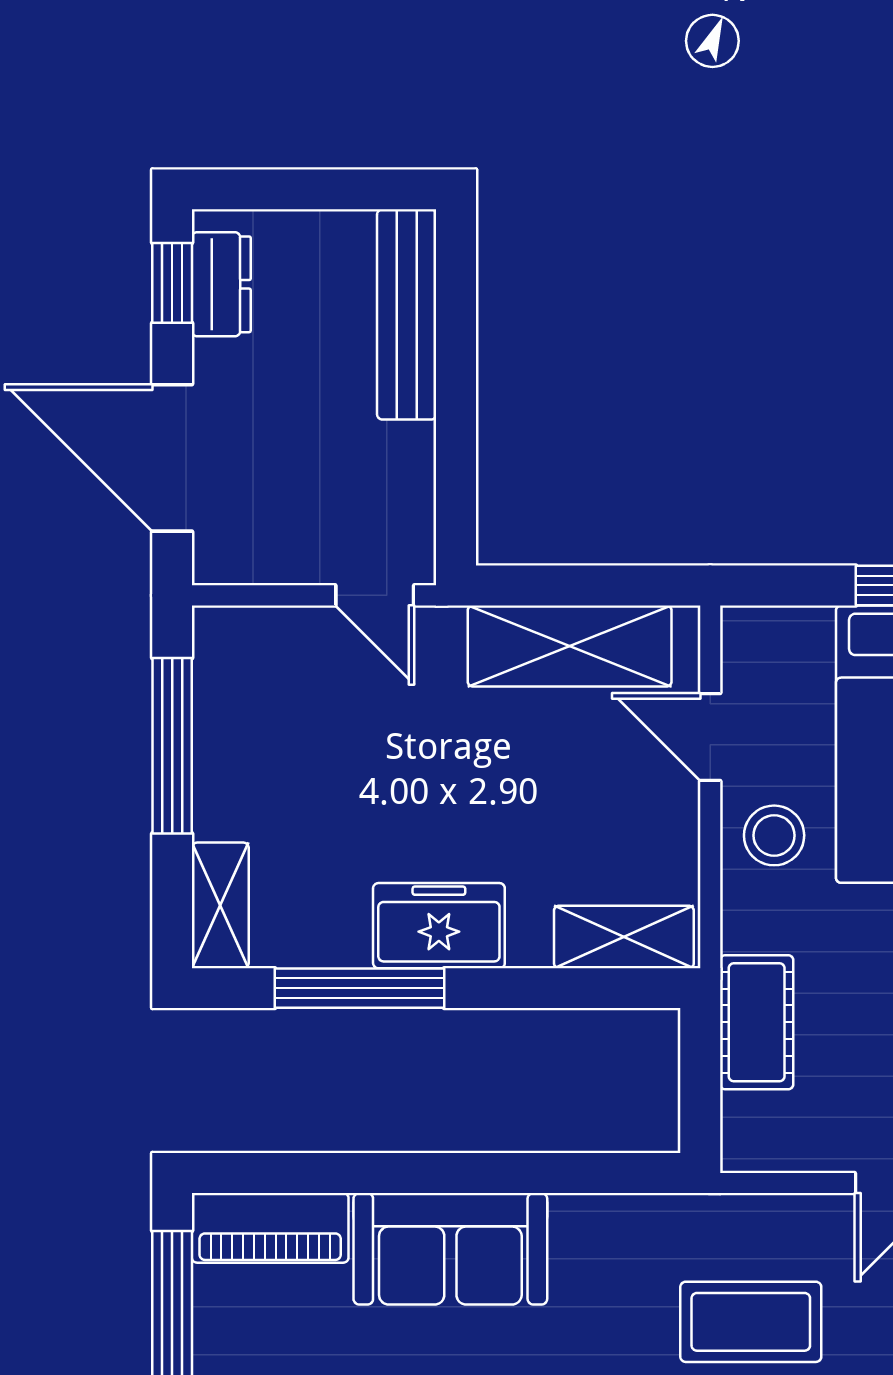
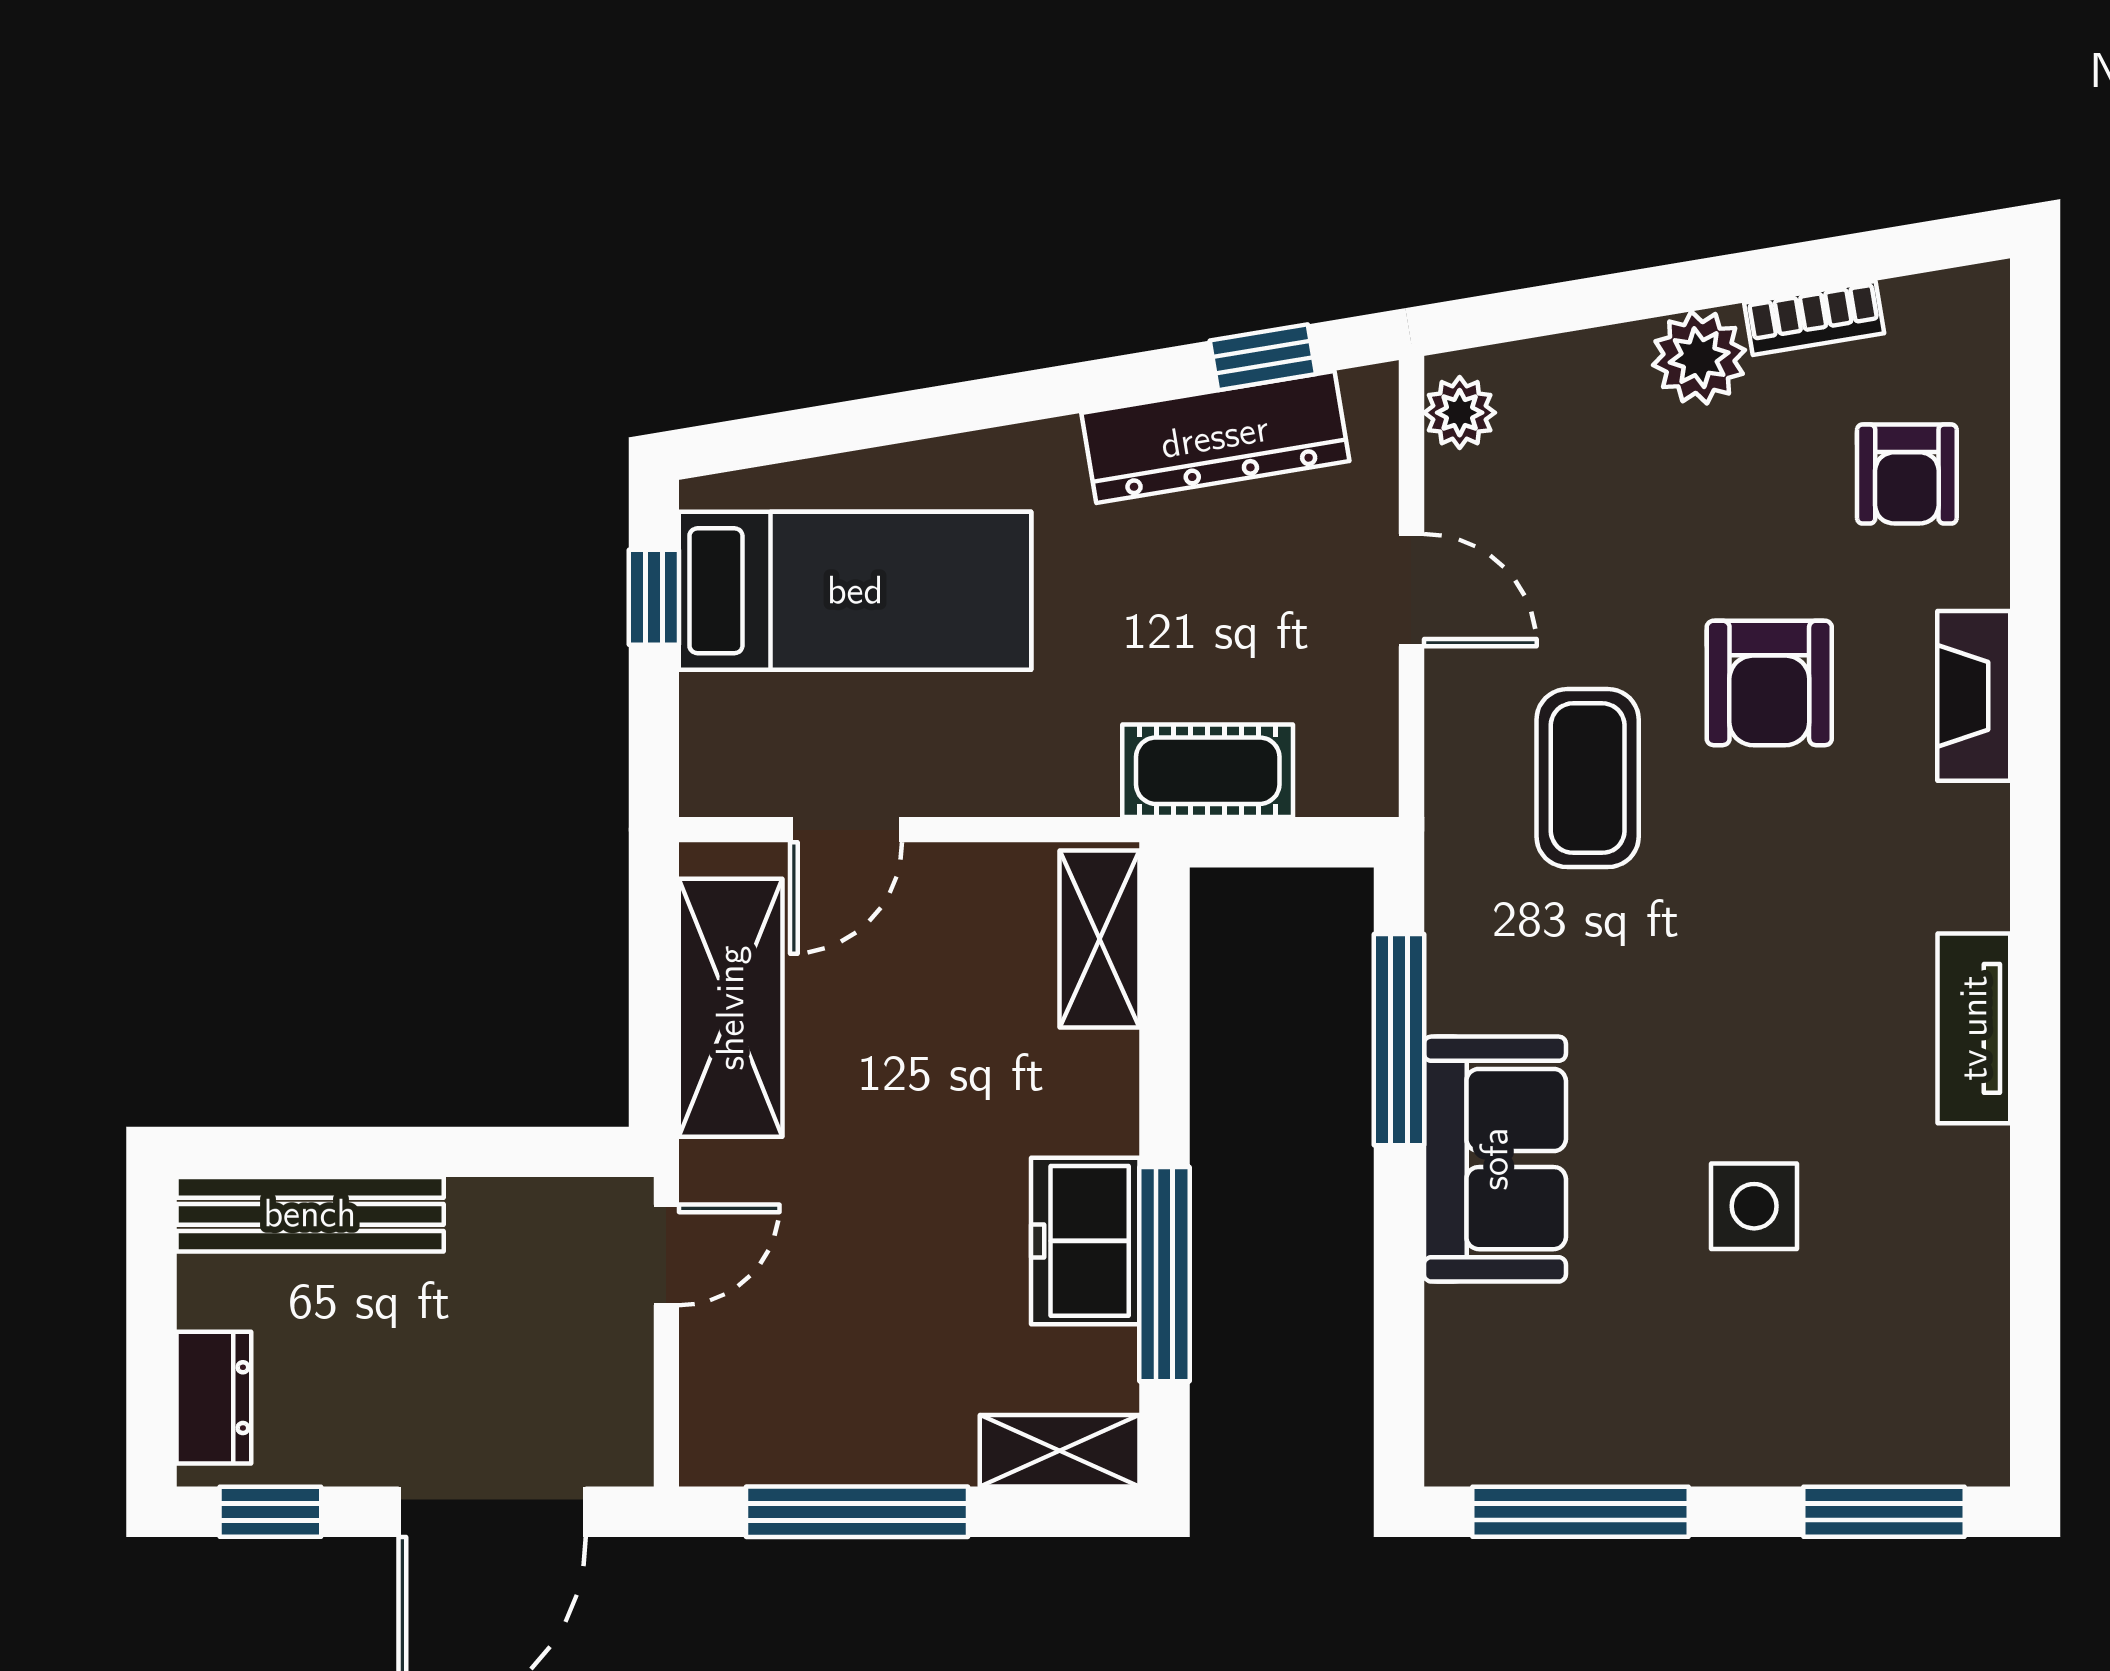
dresser: (221, 284) -> (214, 1398), moved, turned 90
stool: (774, 835) -> (971, 749), removed
freezer: (439, 926) -> (1085, 1241), moved
window: (545, 1173) -> (1399, 1040), added
piano: (270, 1228) -> (1468, 1388), removed

